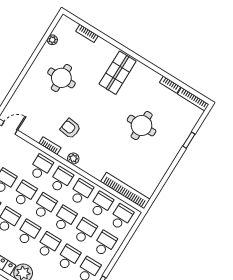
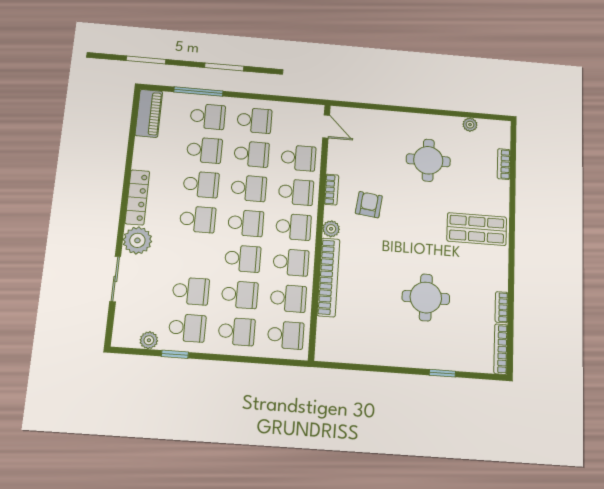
bookcase: (125, 190) -> (328, 277), moved
school desk: (48, 245) -> (298, 158), moved

